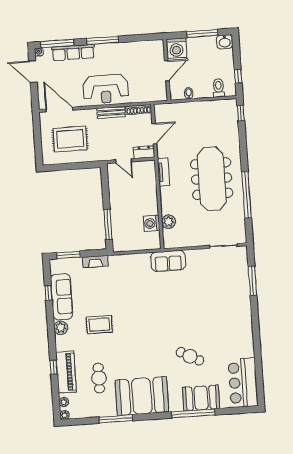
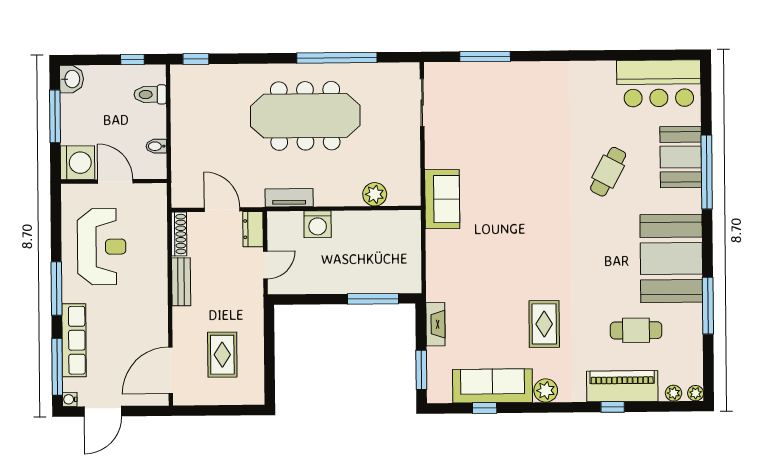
reception desk: (106, 89) -> (102, 247), moved
rug: (70, 139) -> (222, 355), width x0.73, depth x0.70
washing machine: (152, 223) -> (318, 224), moved

